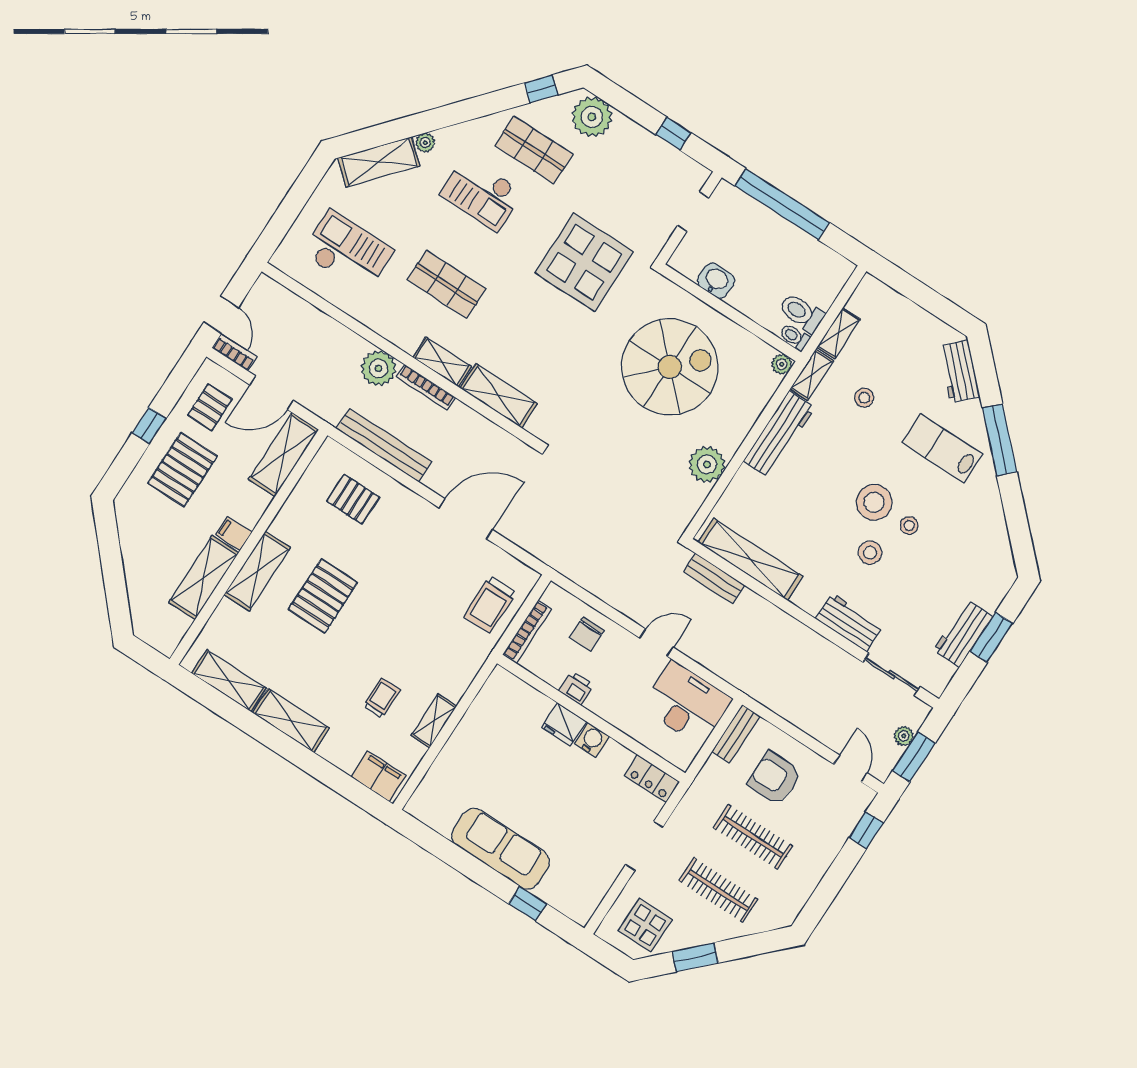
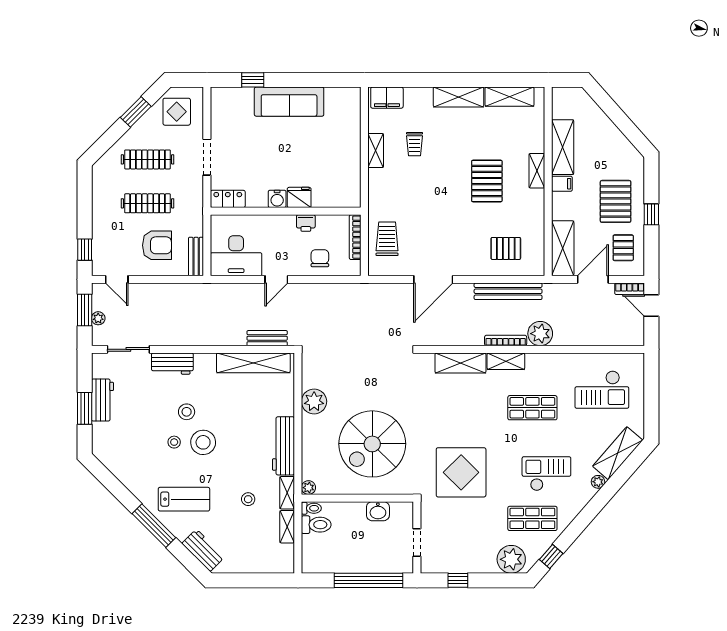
shelving: (257, 571) -> (537, 171), width x0.67, depth x0.75

